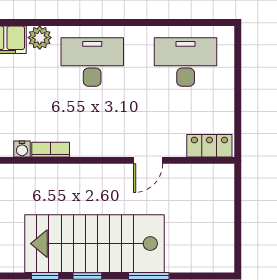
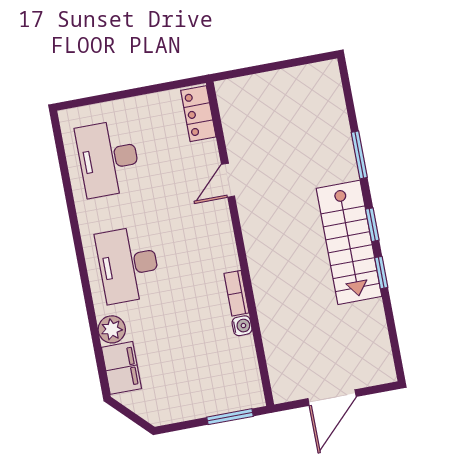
door: (148, 160) -> (228, 180), swing flipped
stairs: (95, 244) -> (349, 242), width x0.73, depth x0.66

